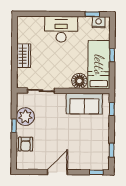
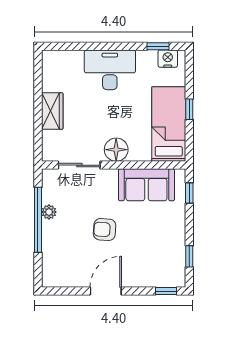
floor lamp: (79, 81) -> (116, 150), moved
plant: (25, 117) -> (49, 212), width x0.53, depth x0.53
window: (14, 126) -> (38, 220), width x3.17
armchair: (26, 144) -> (105, 230), moved, turned 94

